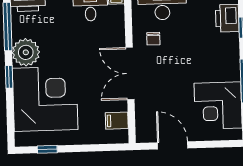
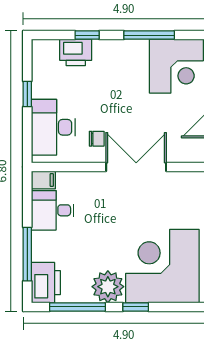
double door: (130, 73) -> (136, 167), swing flipped
filing cabinet: (117, 121) -> (190, 184), removed

